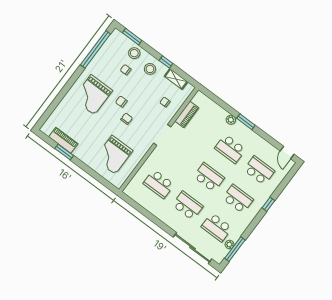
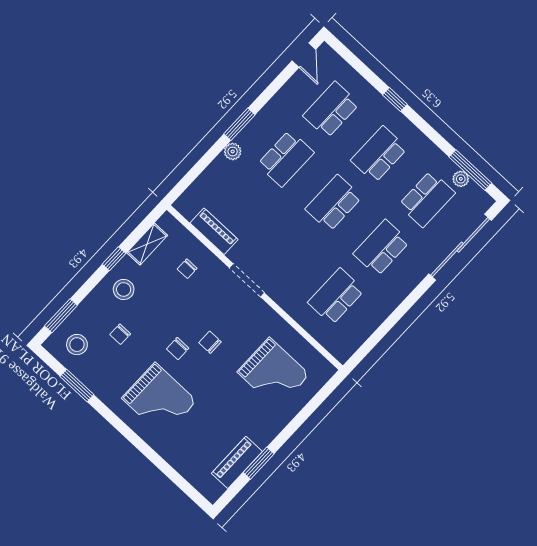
window: (95, 49) -> (77, 386), width x0.47
stool: (134, 53) -> (77, 345), moved
door: (287, 153) -> (304, 55), hinge flipped
school desk: (159, 184) -> (336, 296), turned 180

